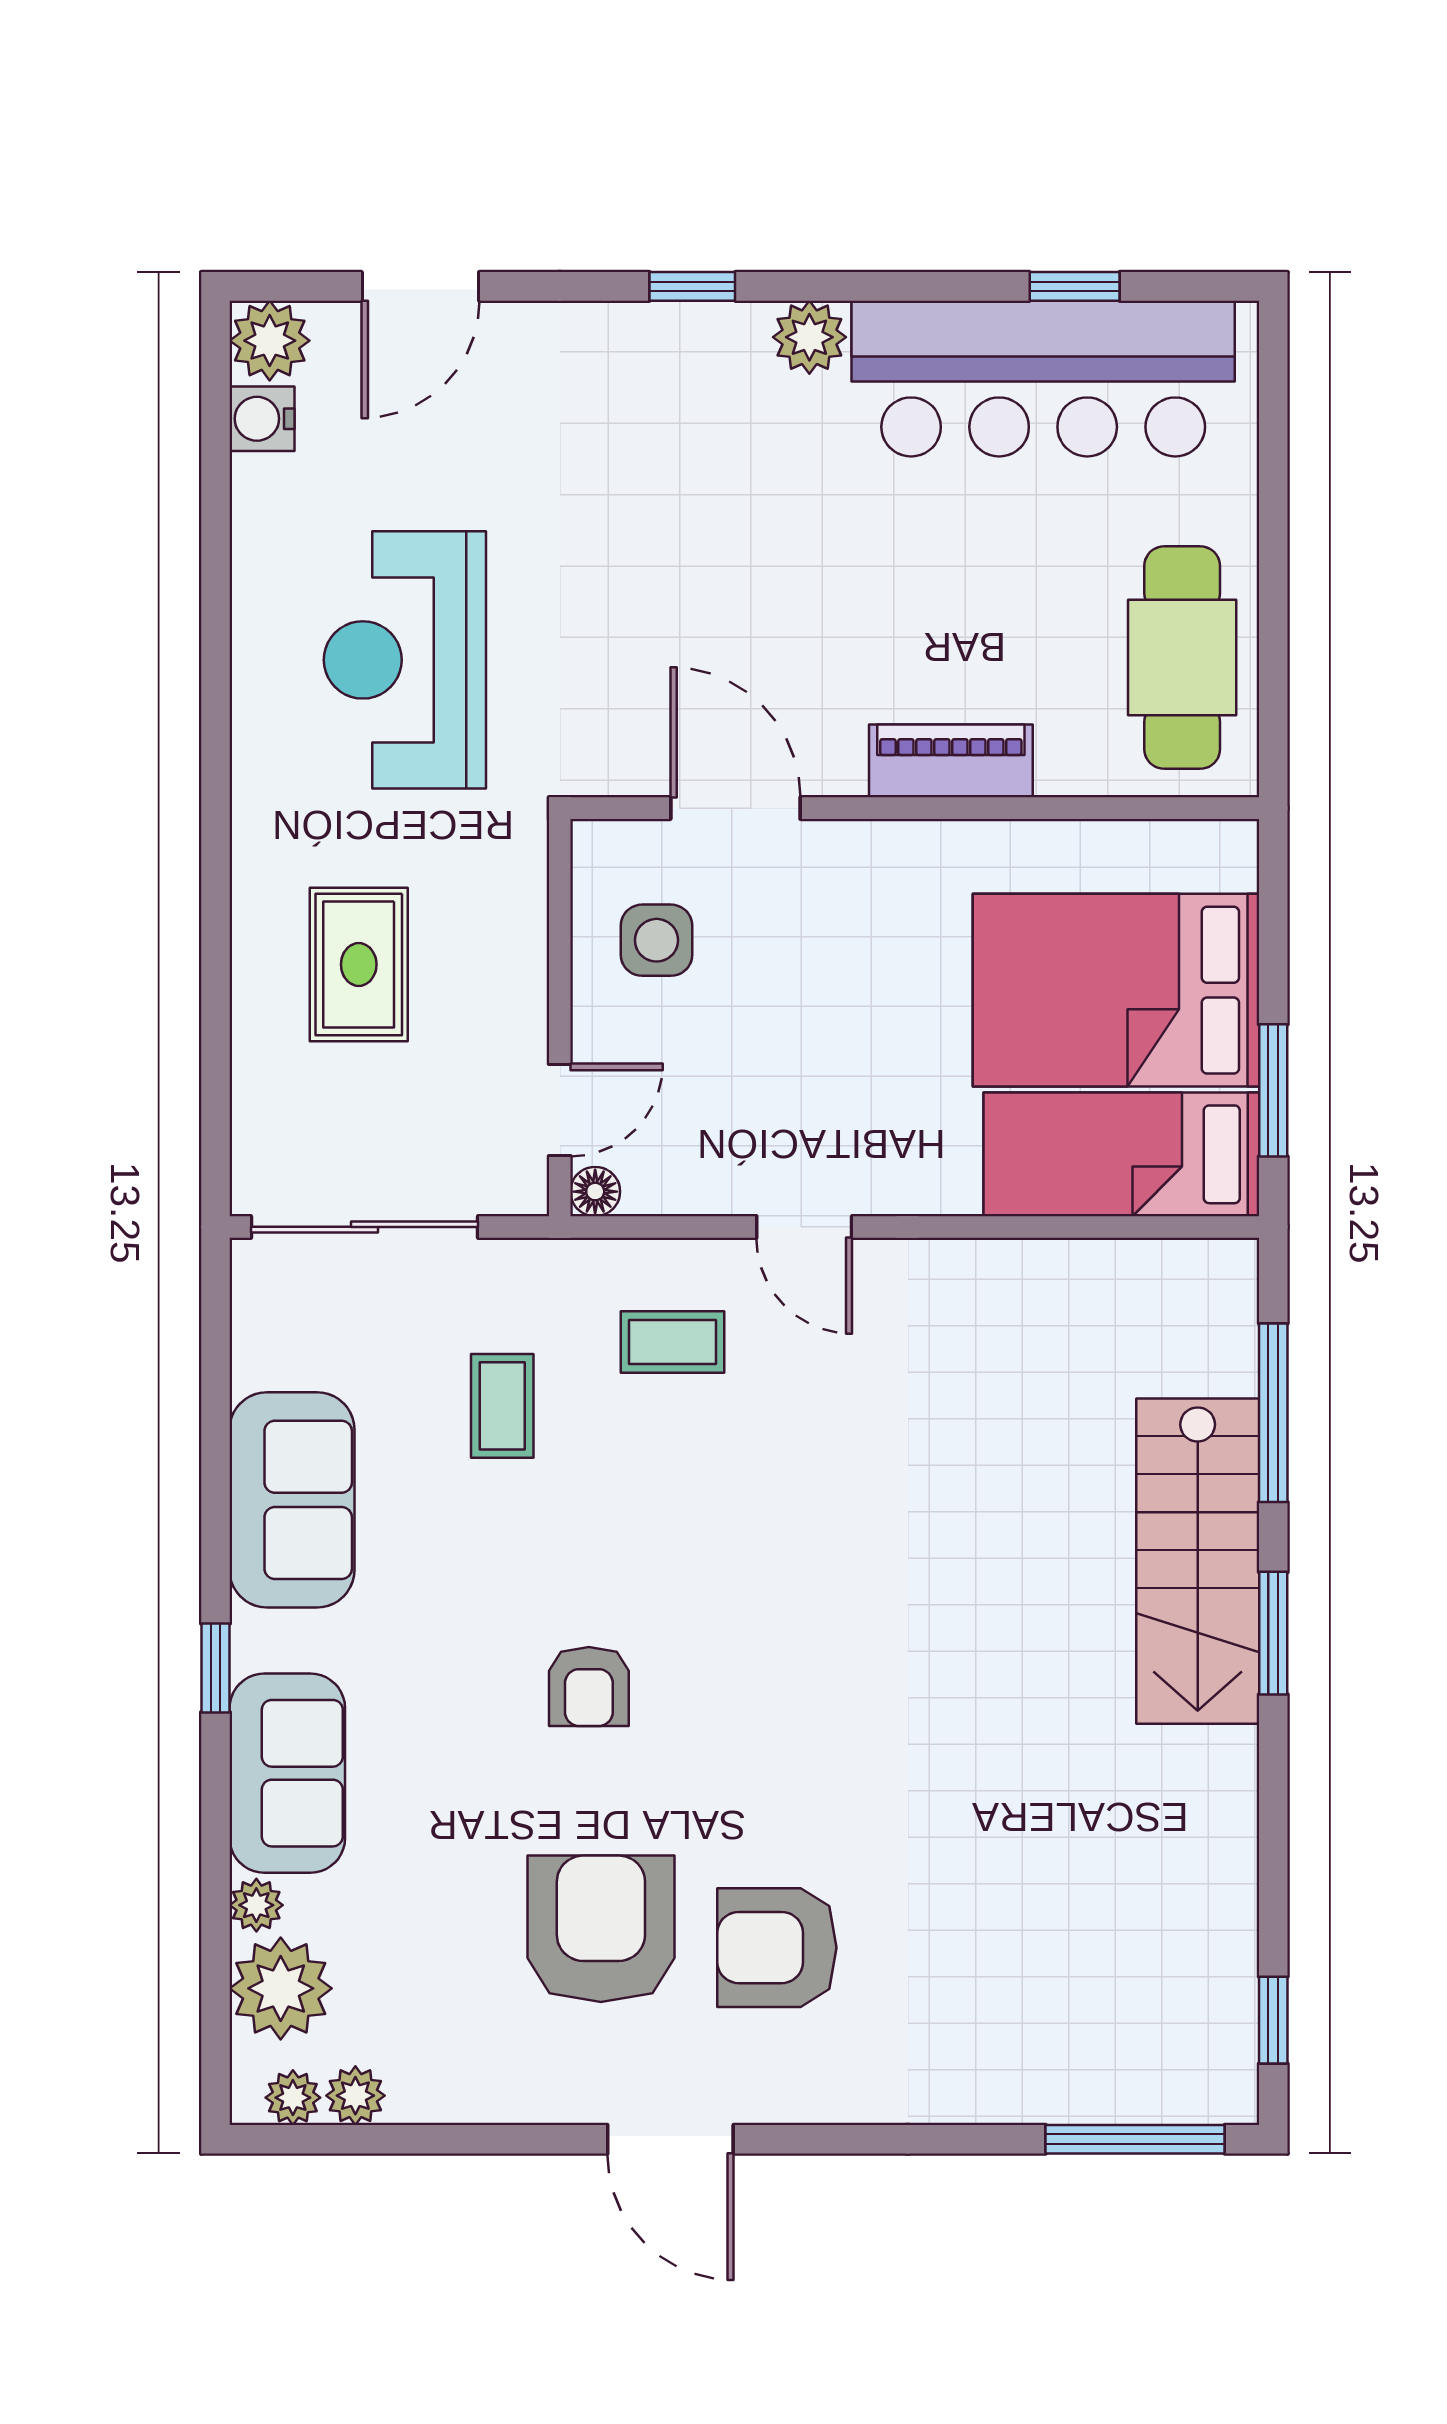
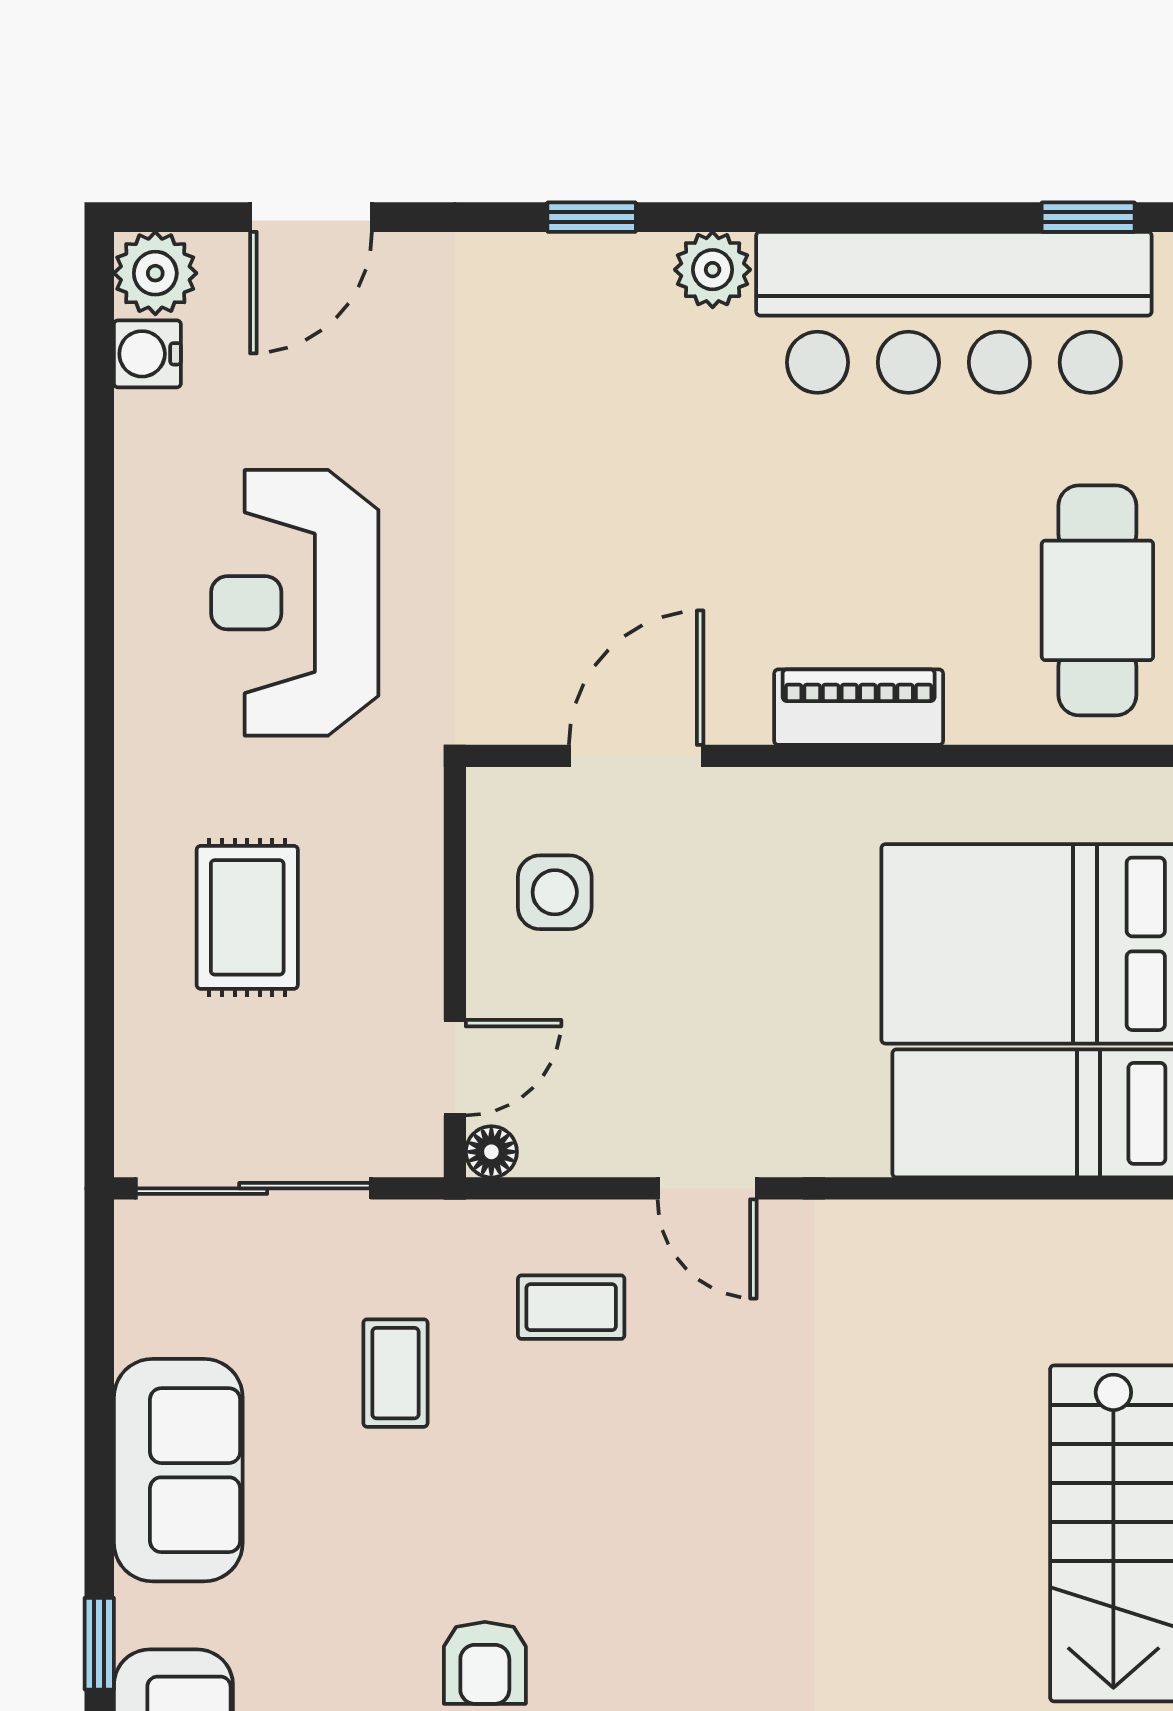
window: (1075, 286) -> (1088, 217), moved
door: (735, 808) -> (636, 756), hinge flipped

